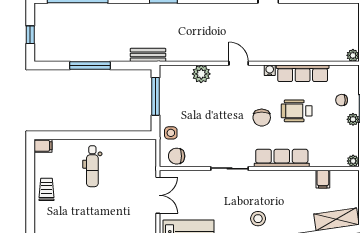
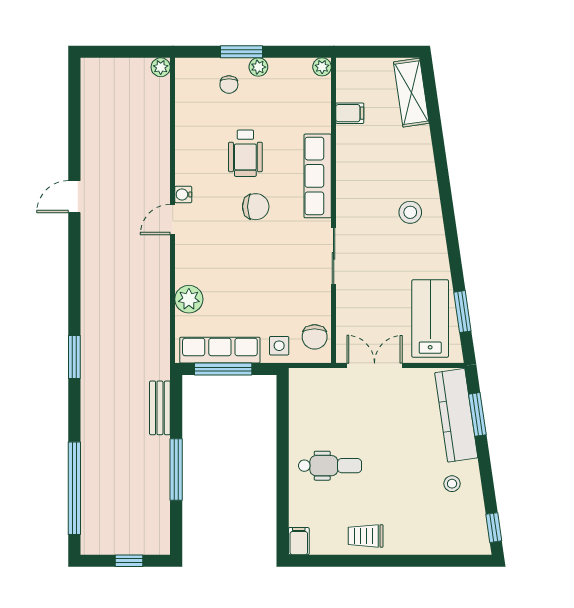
bench: (148, 55) -> (160, 408), moved
door: (239, 63) -> (173, 219), moved
row of seats: (303, 73) -> (220, 350), moved, turned -90

